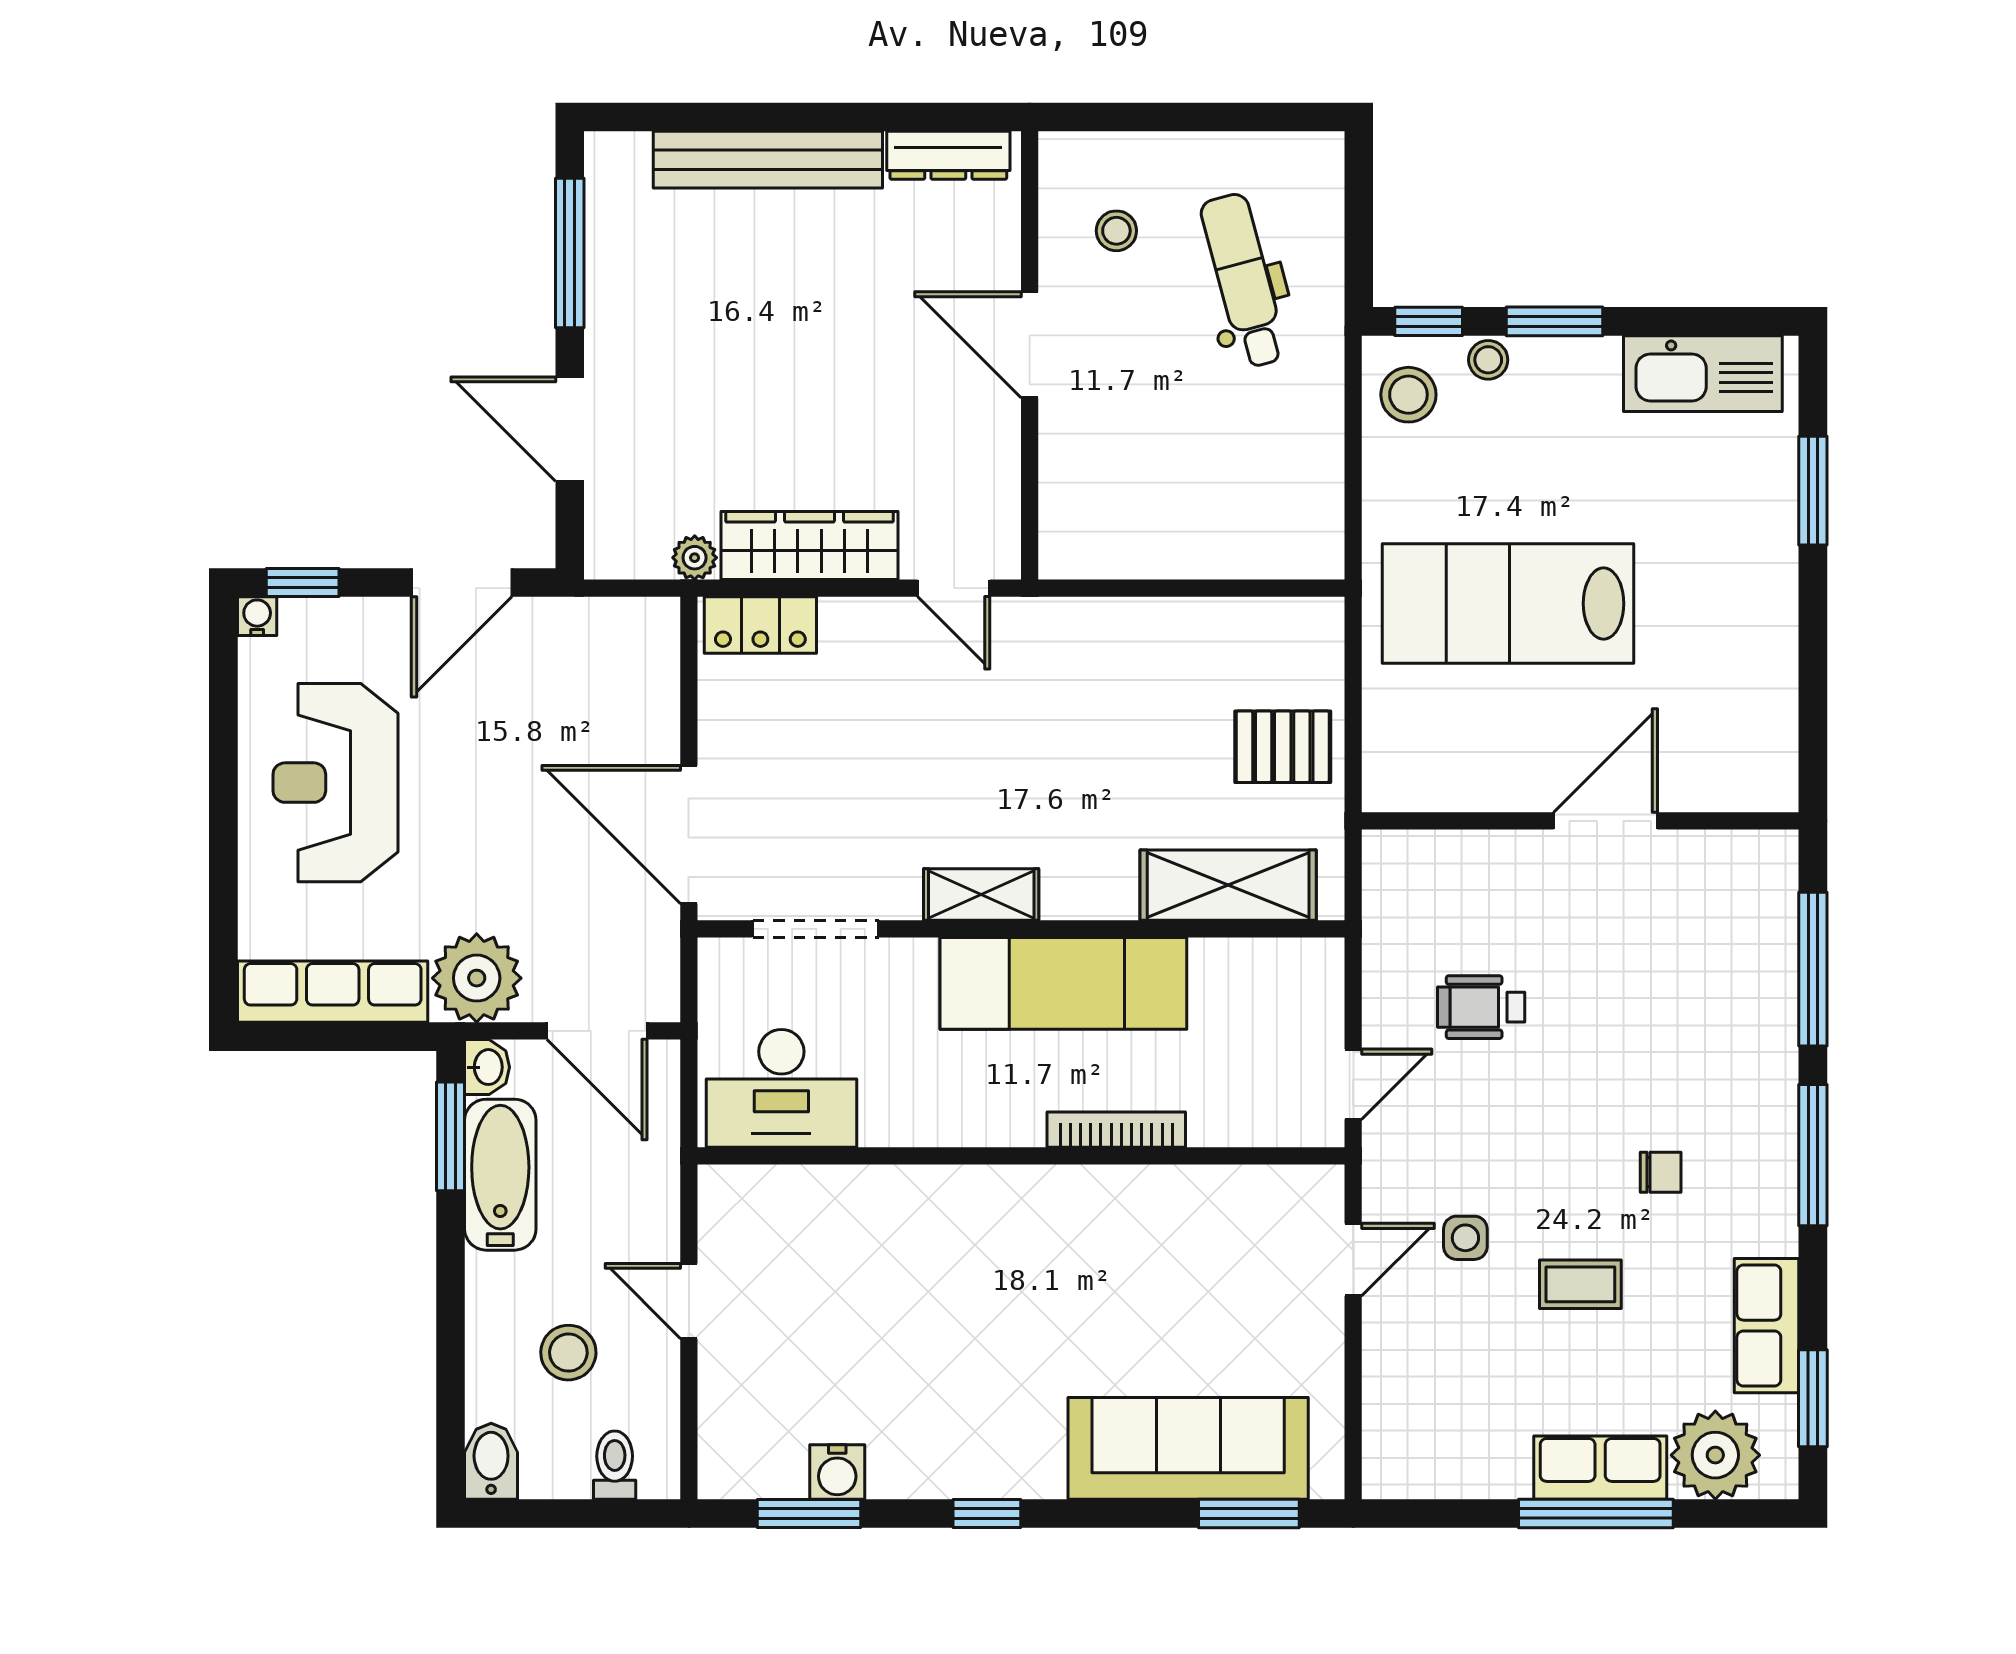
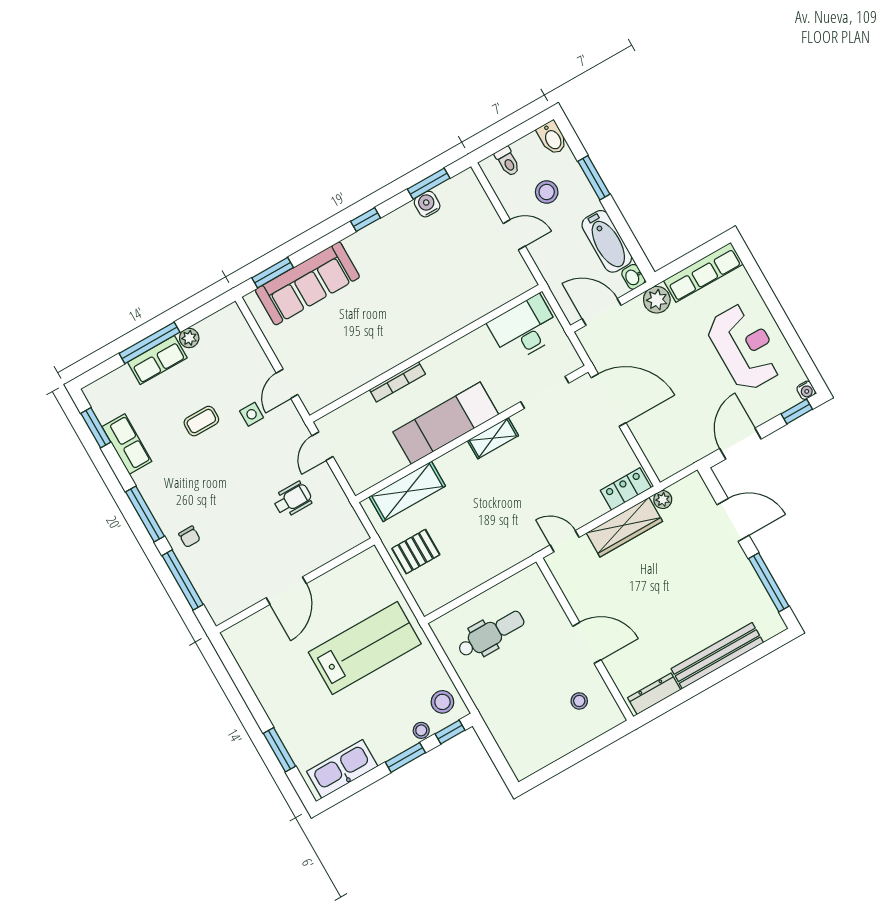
dental chair: (1244, 280) -> (491, 634), moved, turned -75
plant: (477, 978) -> (657, 300), width x0.73, depth x0.73
window: (451, 1136) -> (594, 178), moved
chair: (1661, 1172) -> (189, 537), moved, turned -90
plant: (1715, 1455) -> (189, 338), moved, width x0.53, depth x0.53

